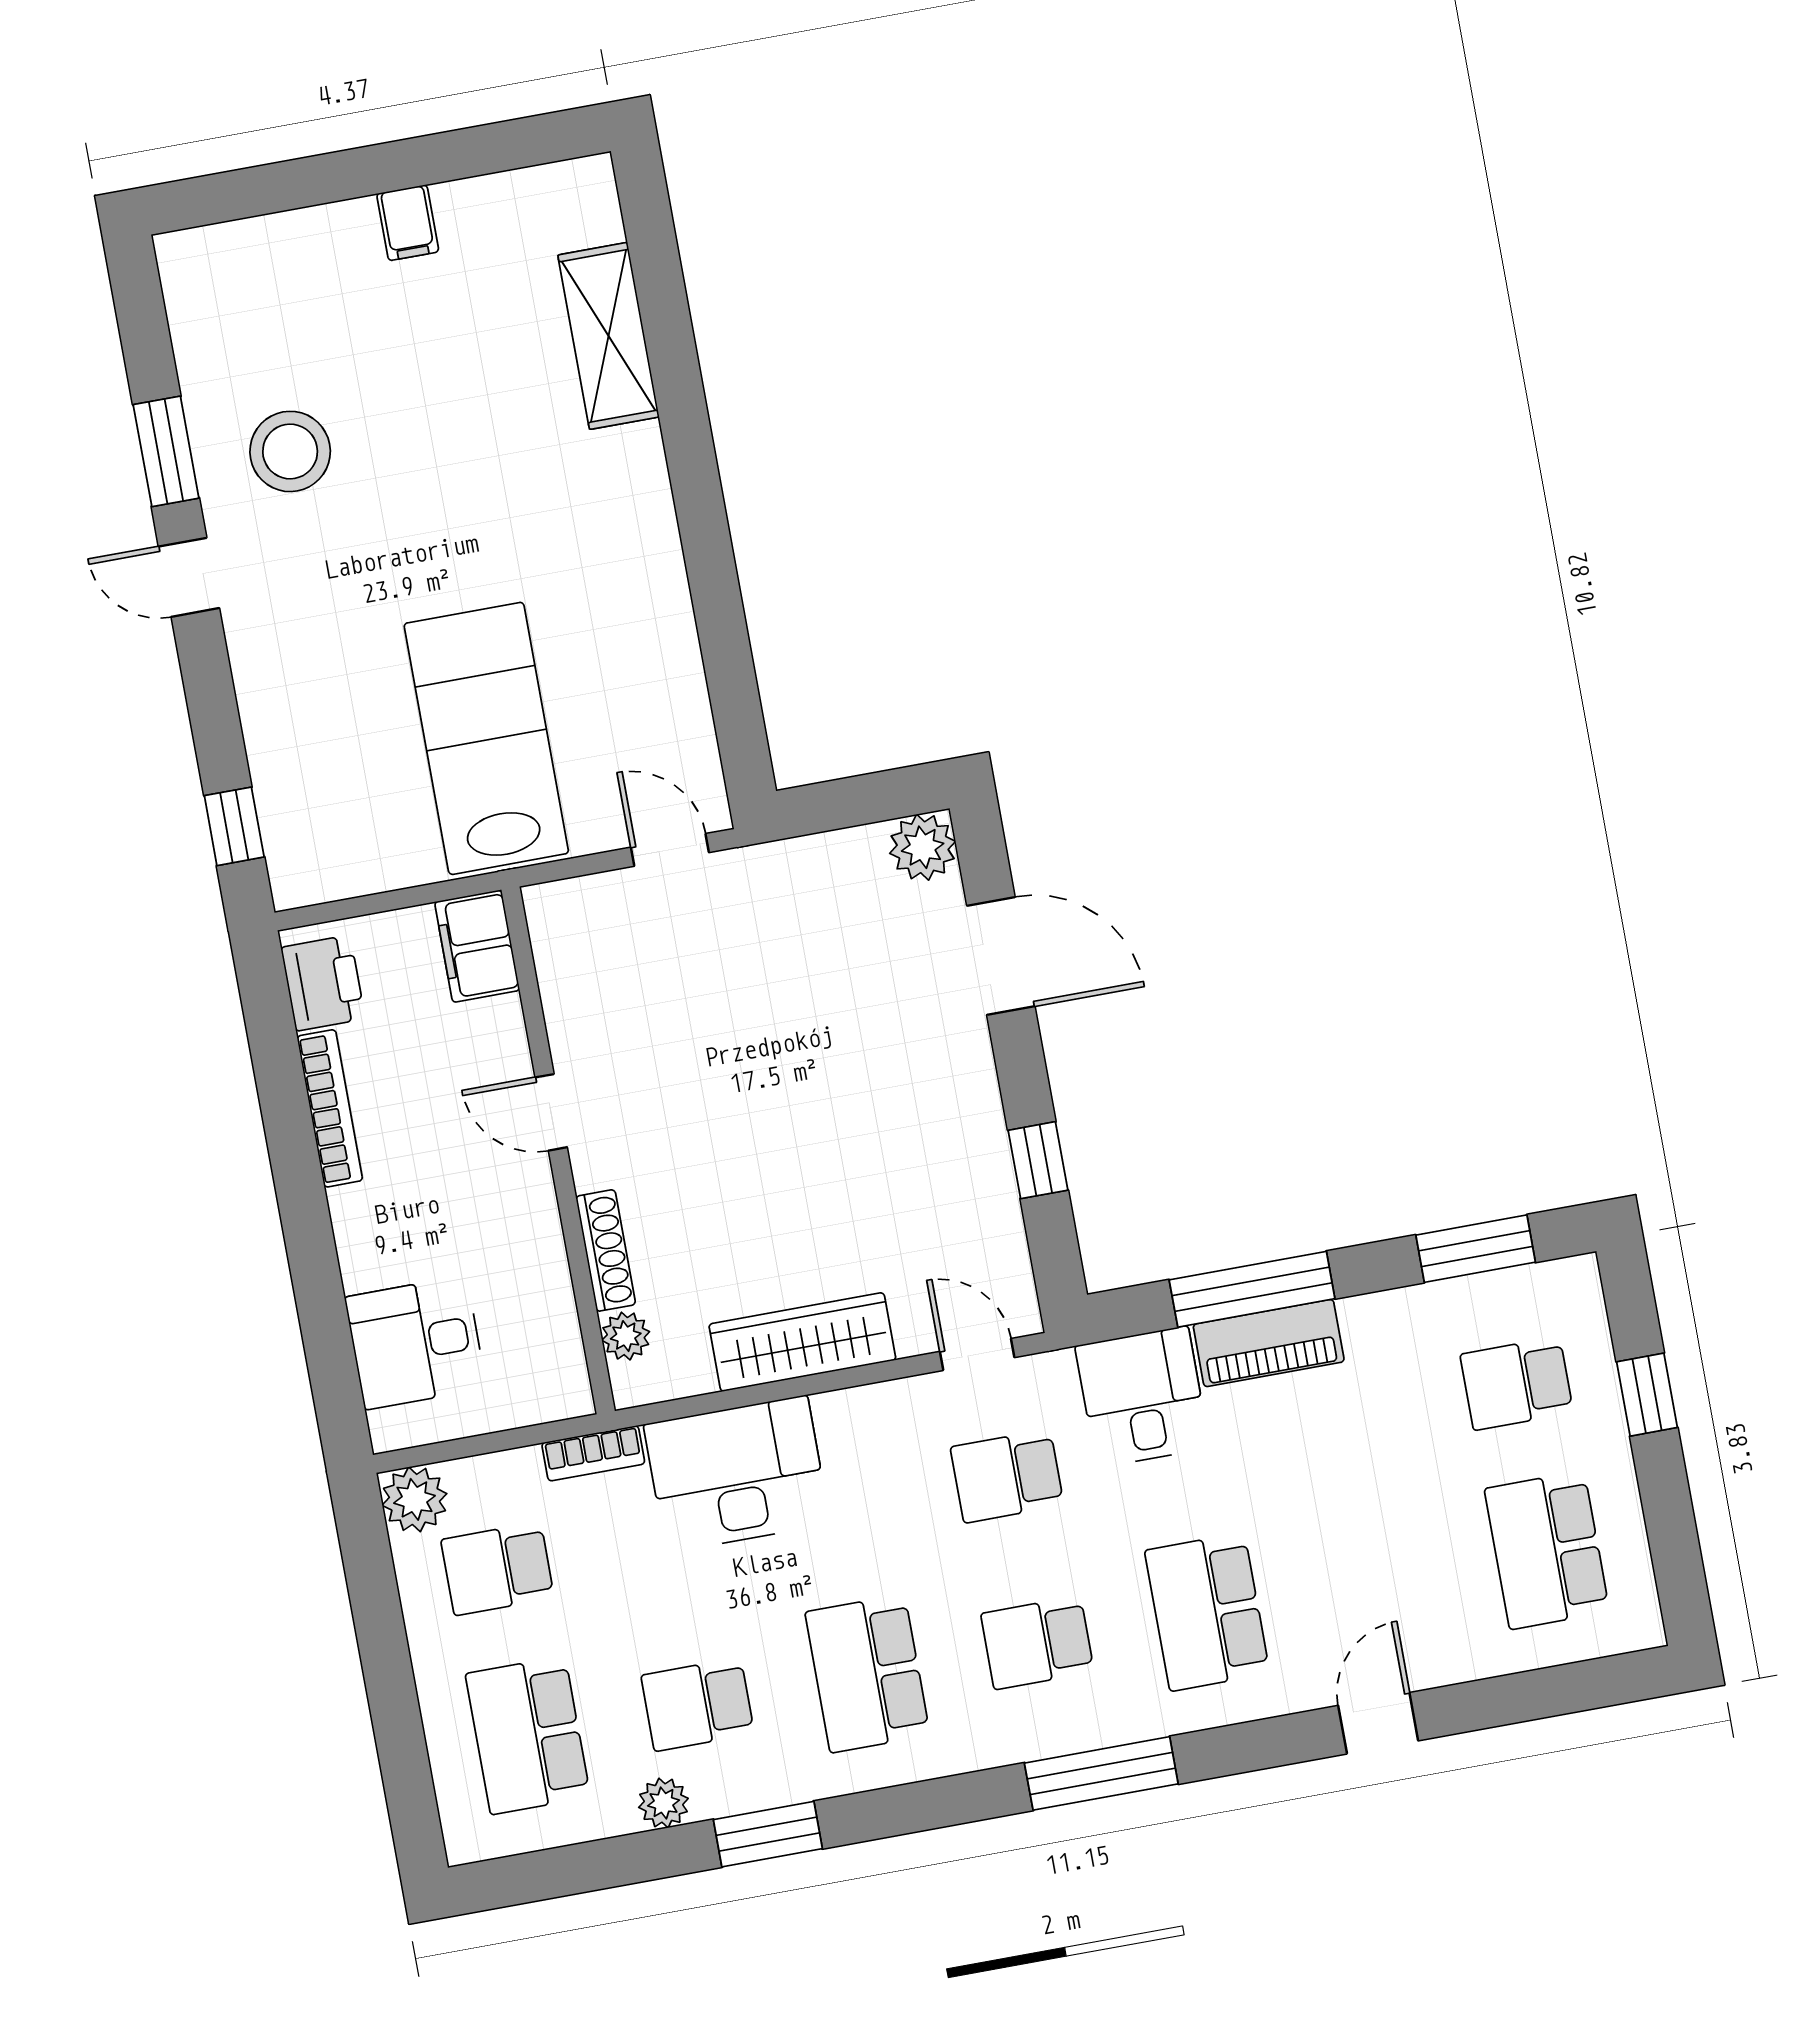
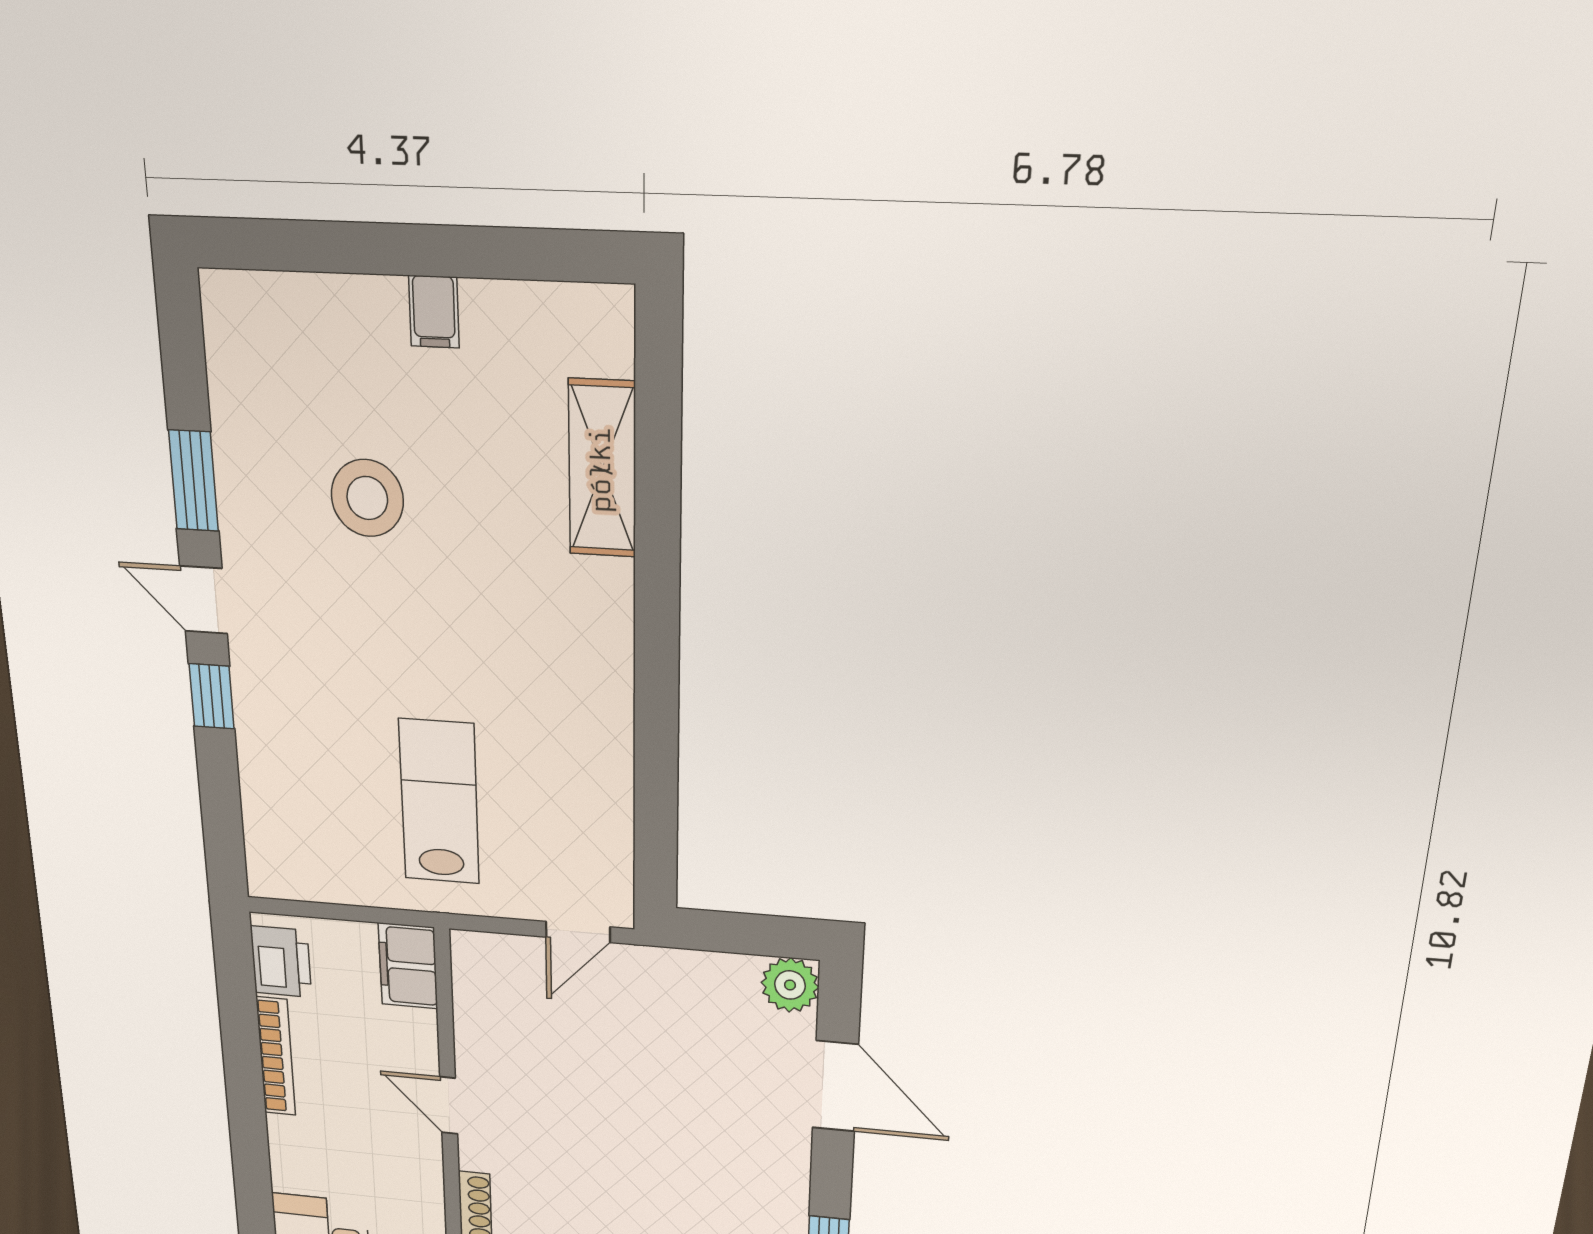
stool: (290, 451) -> (367, 498), moved
lab bench: (486, 738) -> (439, 802), width x0.73, depth x0.72
window: (234, 826) -> (212, 696), moved
door: (670, 850) -> (578, 932), swing flipped

